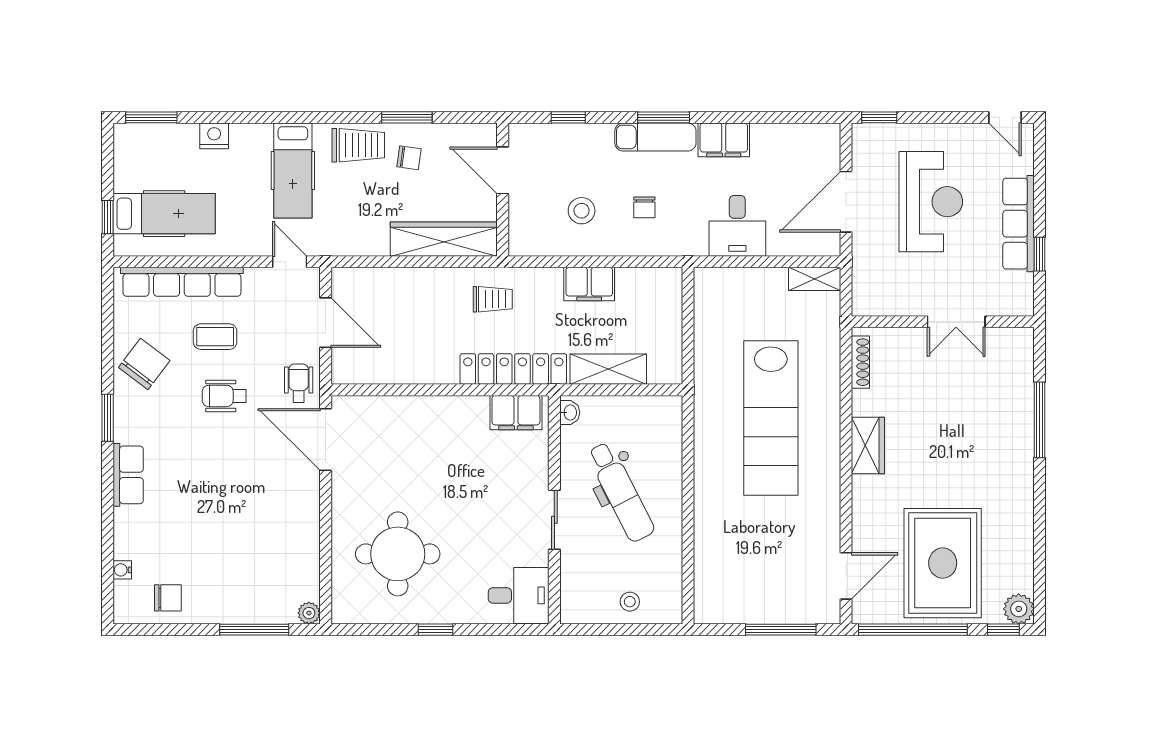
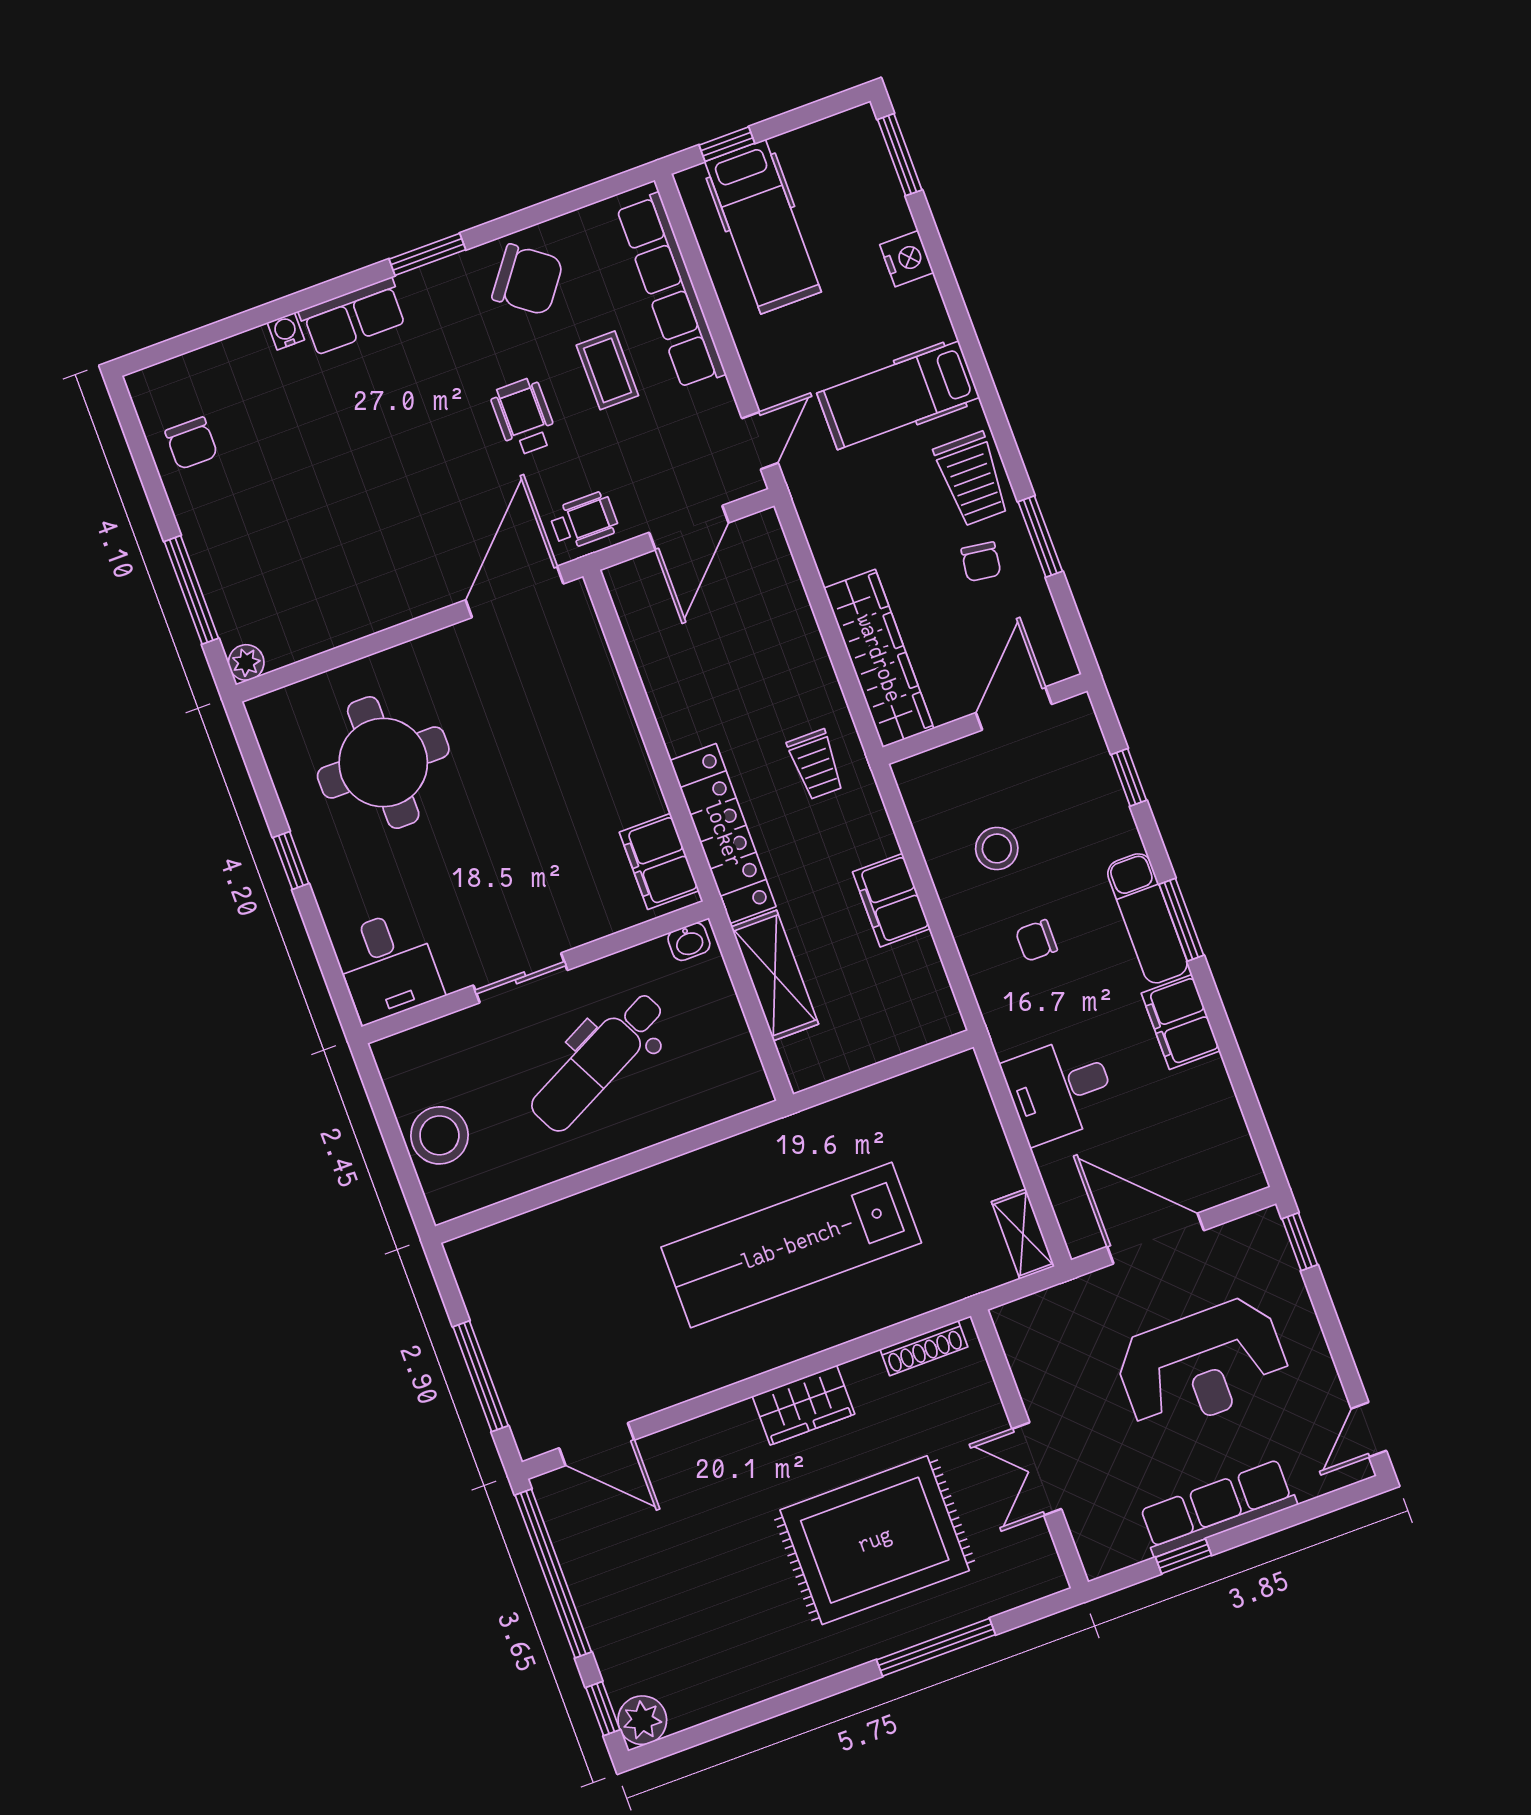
rug: (943, 563) -> (875, 1540), moved
water cooler: (122, 570) -> (286, 331), moved
stool: (630, 602) -> (439, 1135), width x1.89, depth x1.89

